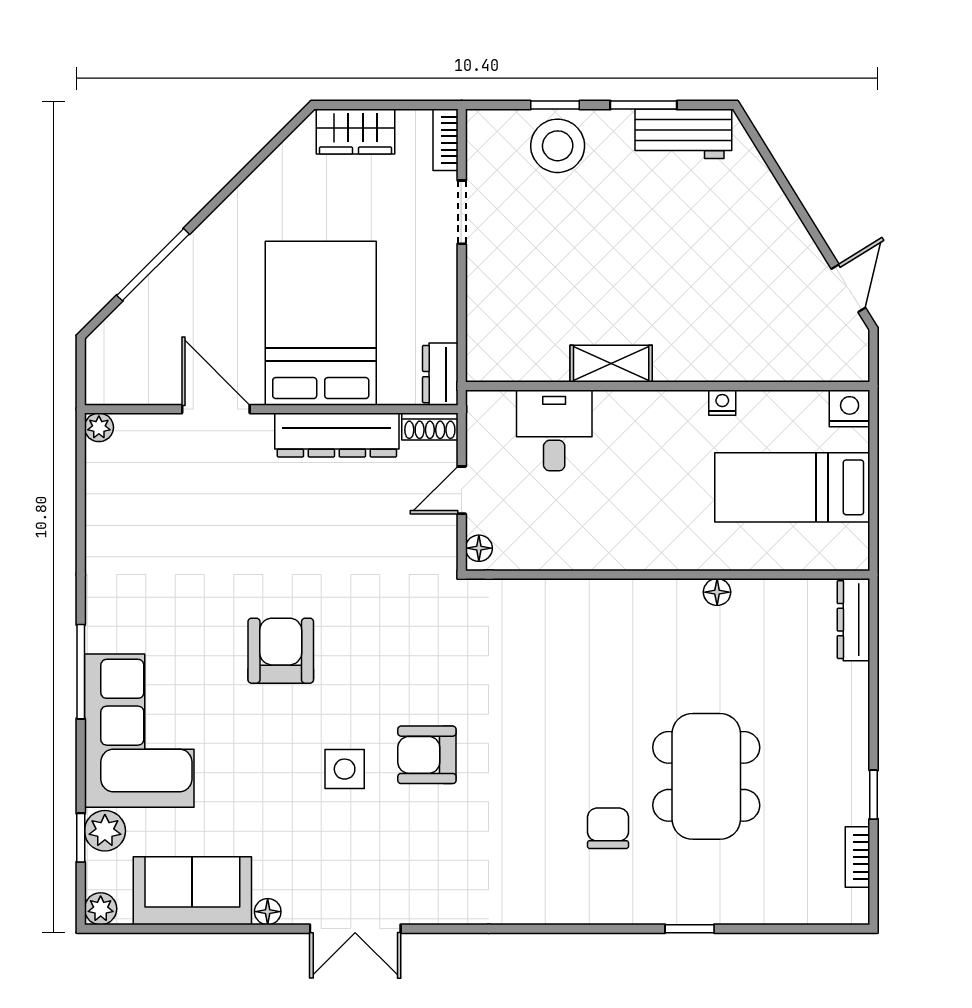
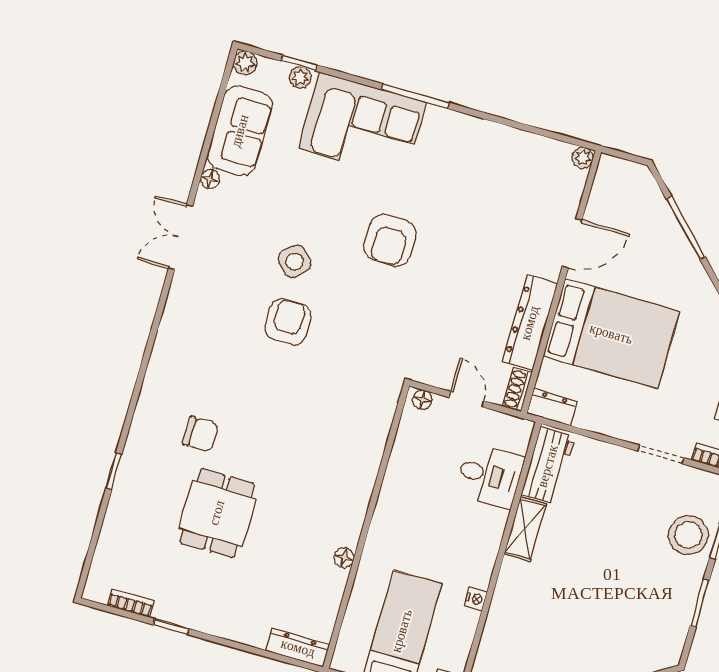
workbench: (683, 134) -> (548, 466), moved, turned 180
armchair: (281, 651) -> (390, 240), turned 90
side table: (345, 769) -> (294, 261), turned 45
dining table: (706, 776) -> (217, 513), width x0.73
plant: (105, 831) -> (300, 77), width x0.73, depth x0.73

